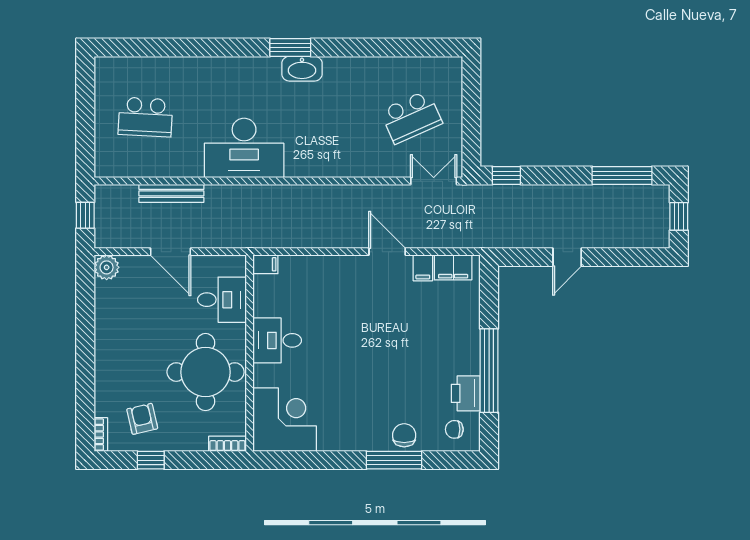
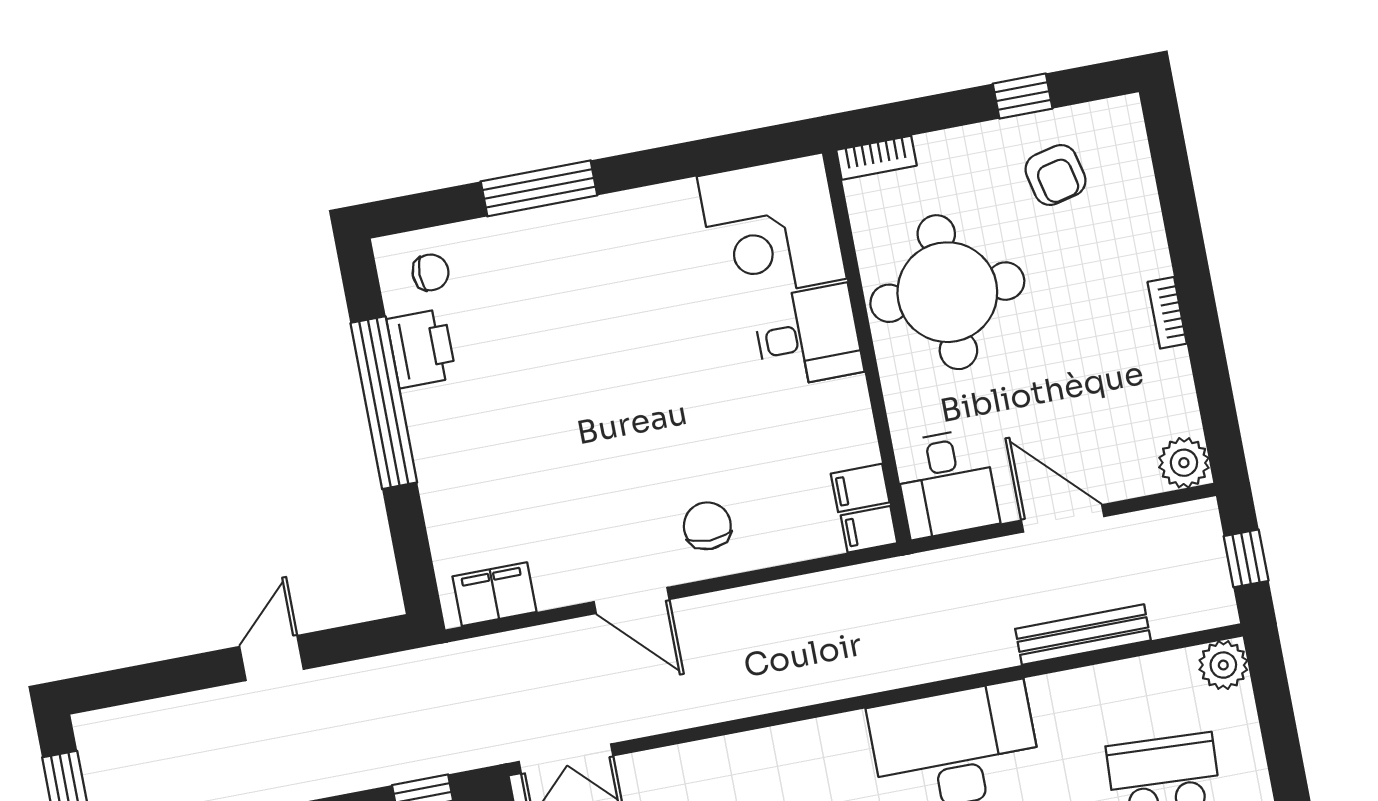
plant: (106, 166) -> (1223, 665), added
filing cabinet: (423, 268) -> (860, 488), moved, turned -90
desk: (222, 300) -> (946, 483), moved, turned -90
desk: (277, 340) -> (808, 336), moved
bookcase: (101, 435) -> (1167, 313), moved
chair: (404, 435) -> (707, 526), moved, turned 180

